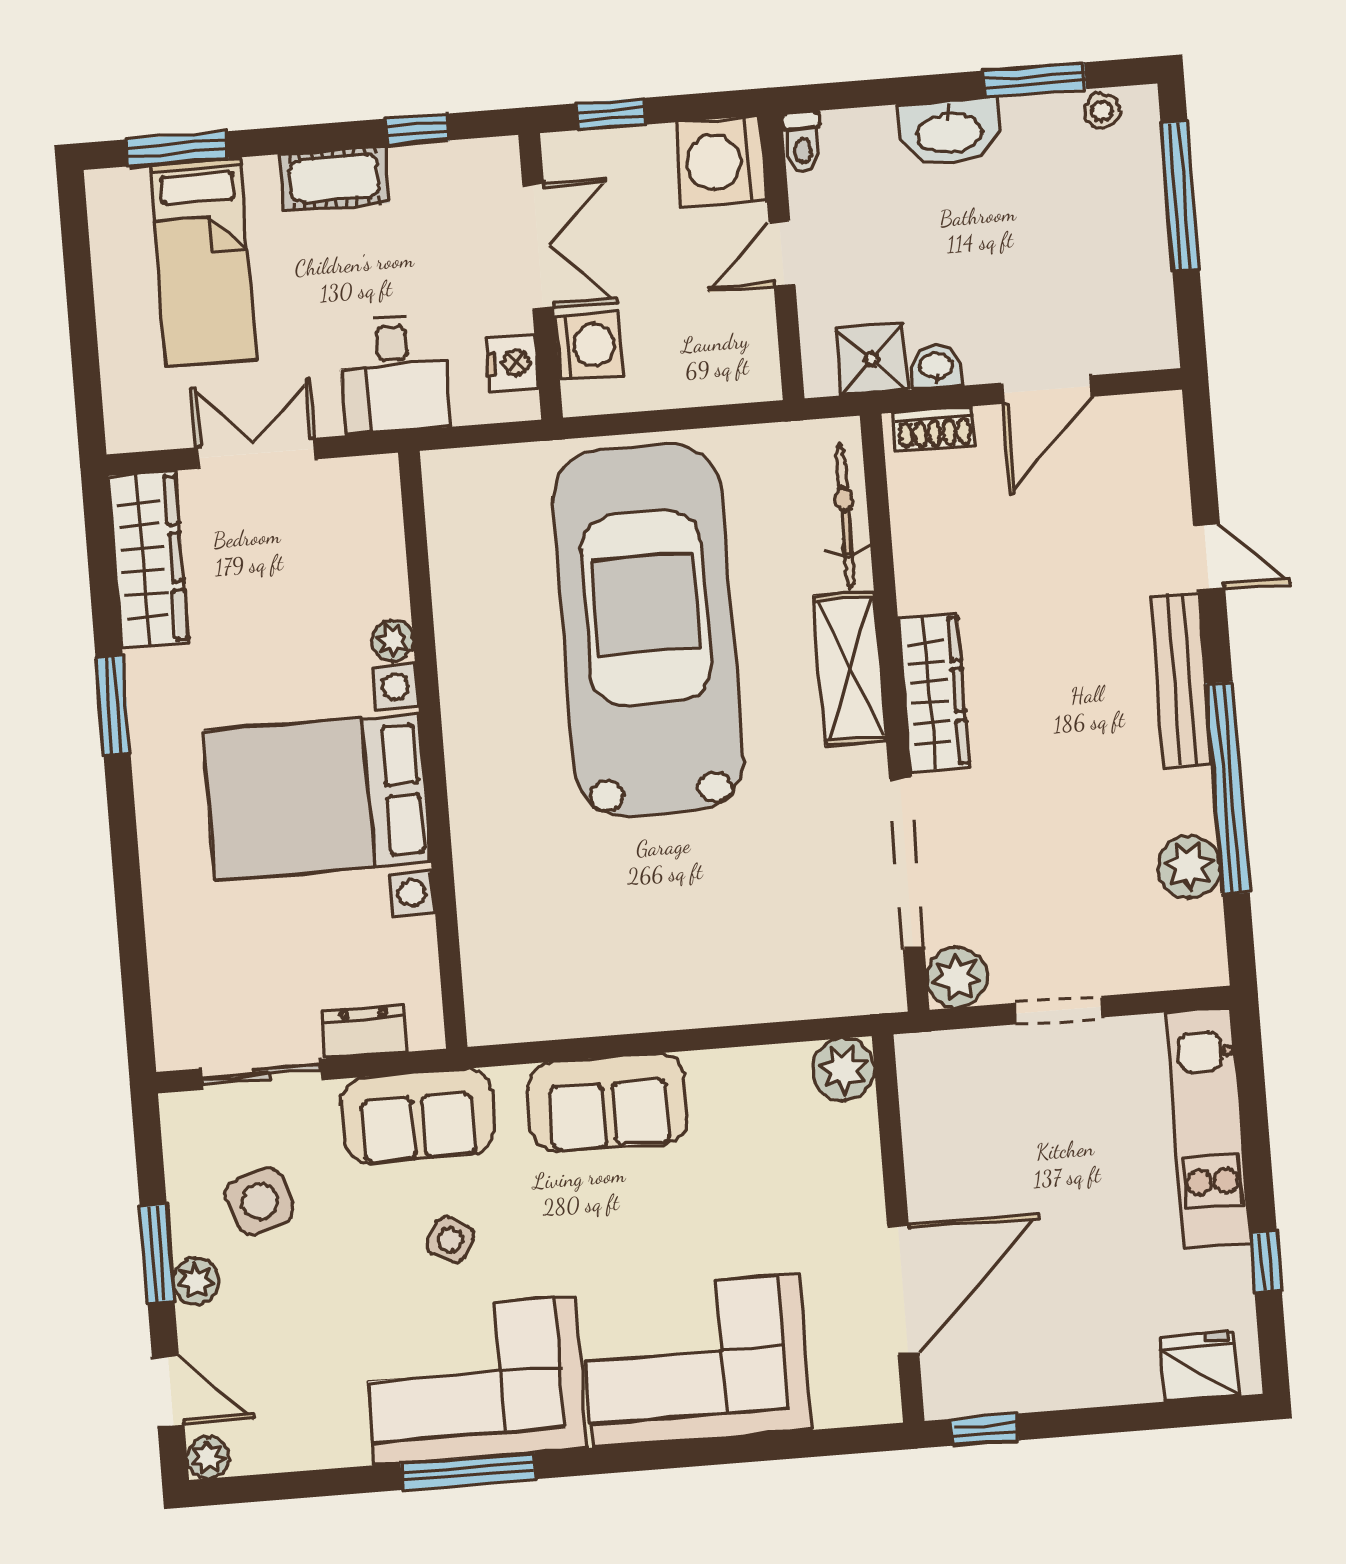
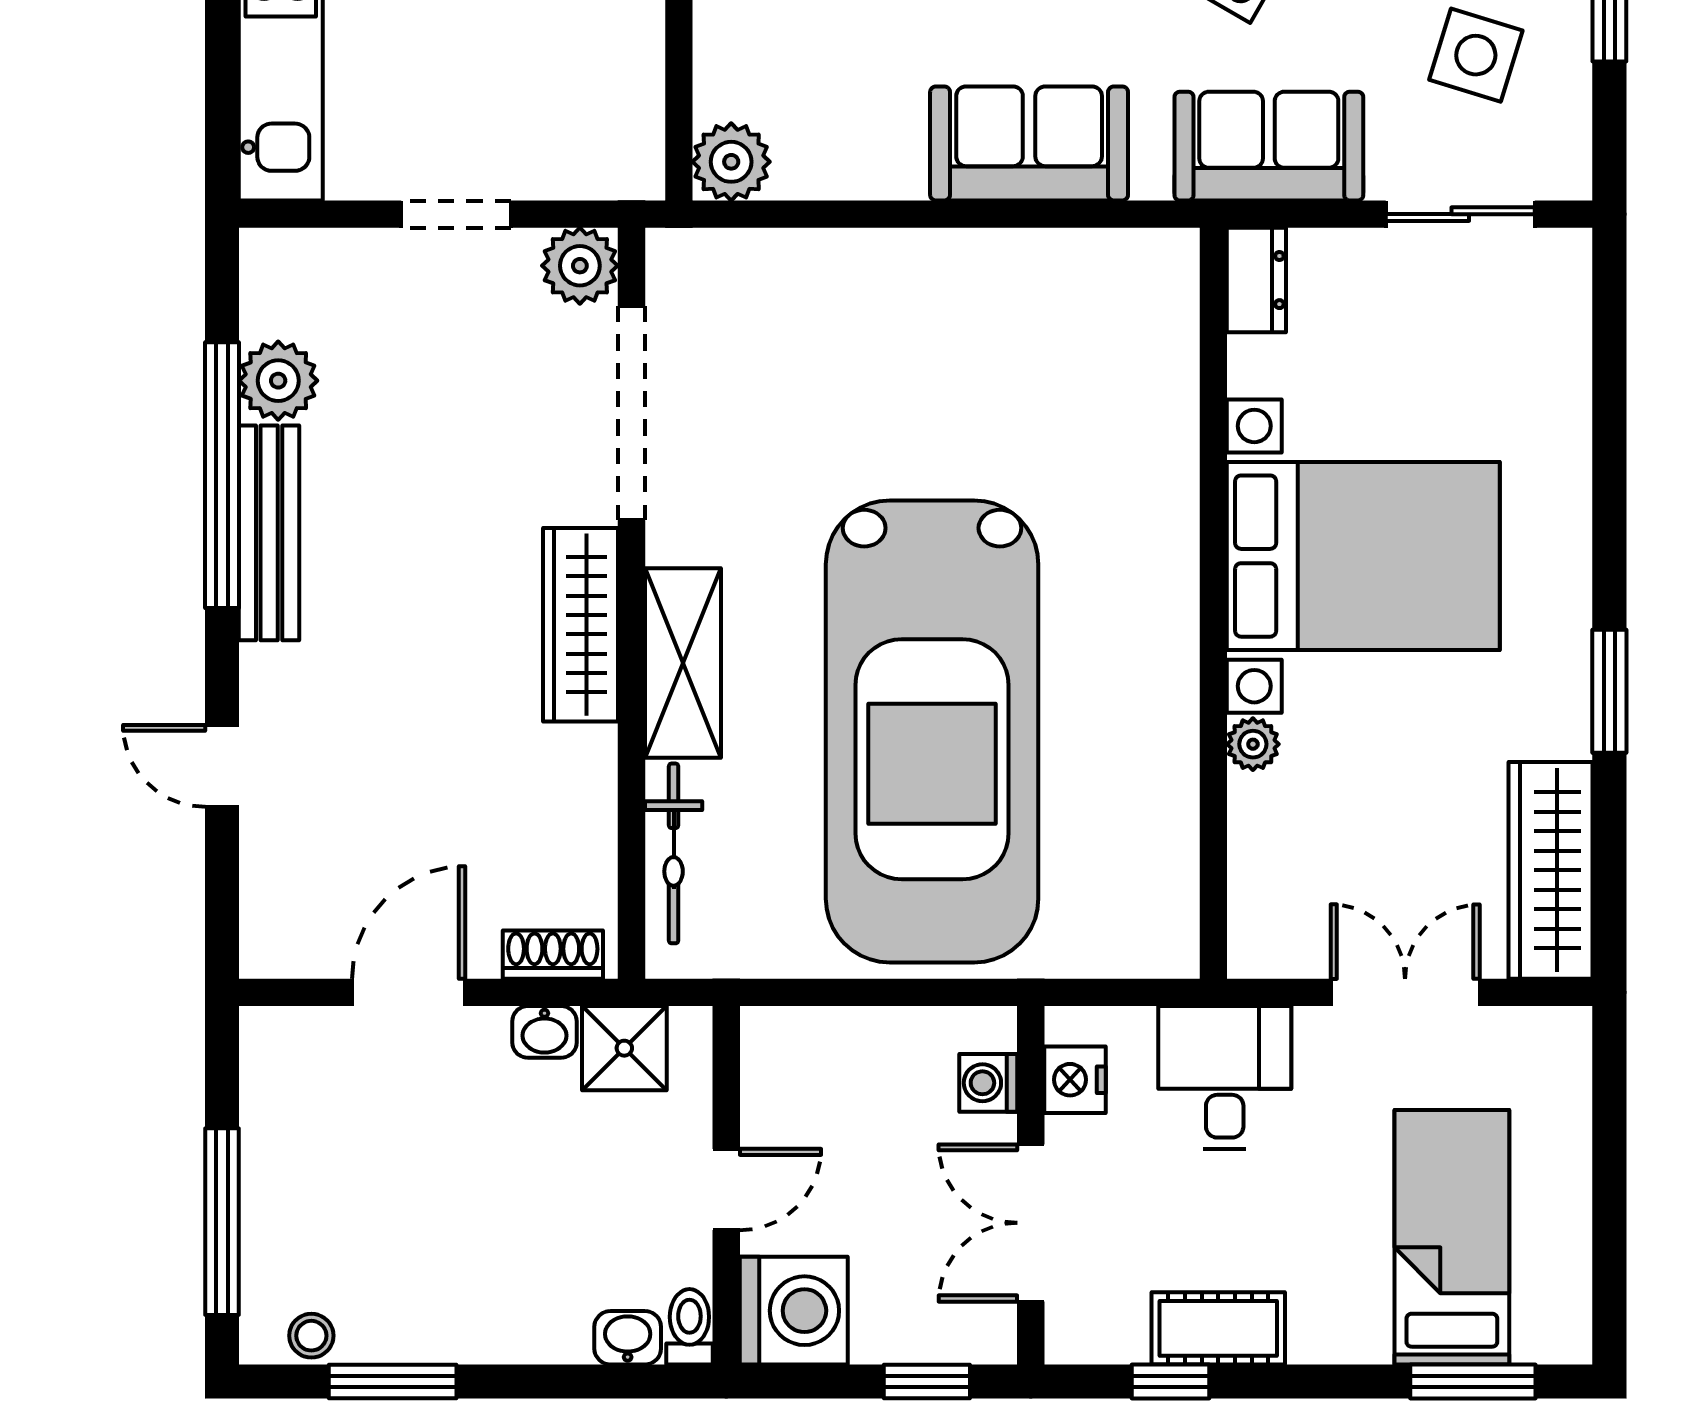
washbasin: (949, 131) -> (628, 1338), moved, width x0.52, depth x0.69
cot: (334, 179) -> (1218, 1328), moved
washing machine: (589, 346) -> (988, 1083), width x0.73, depth x0.73
double door: (256, 453) -> (1405, 992), swing flipped
bench: (1181, 680) -> (269, 533), moved
dresser: (365, 1032) -> (1256, 280), moved, turned -90
side table: (260, 1201) -> (1476, 55), turned 35

